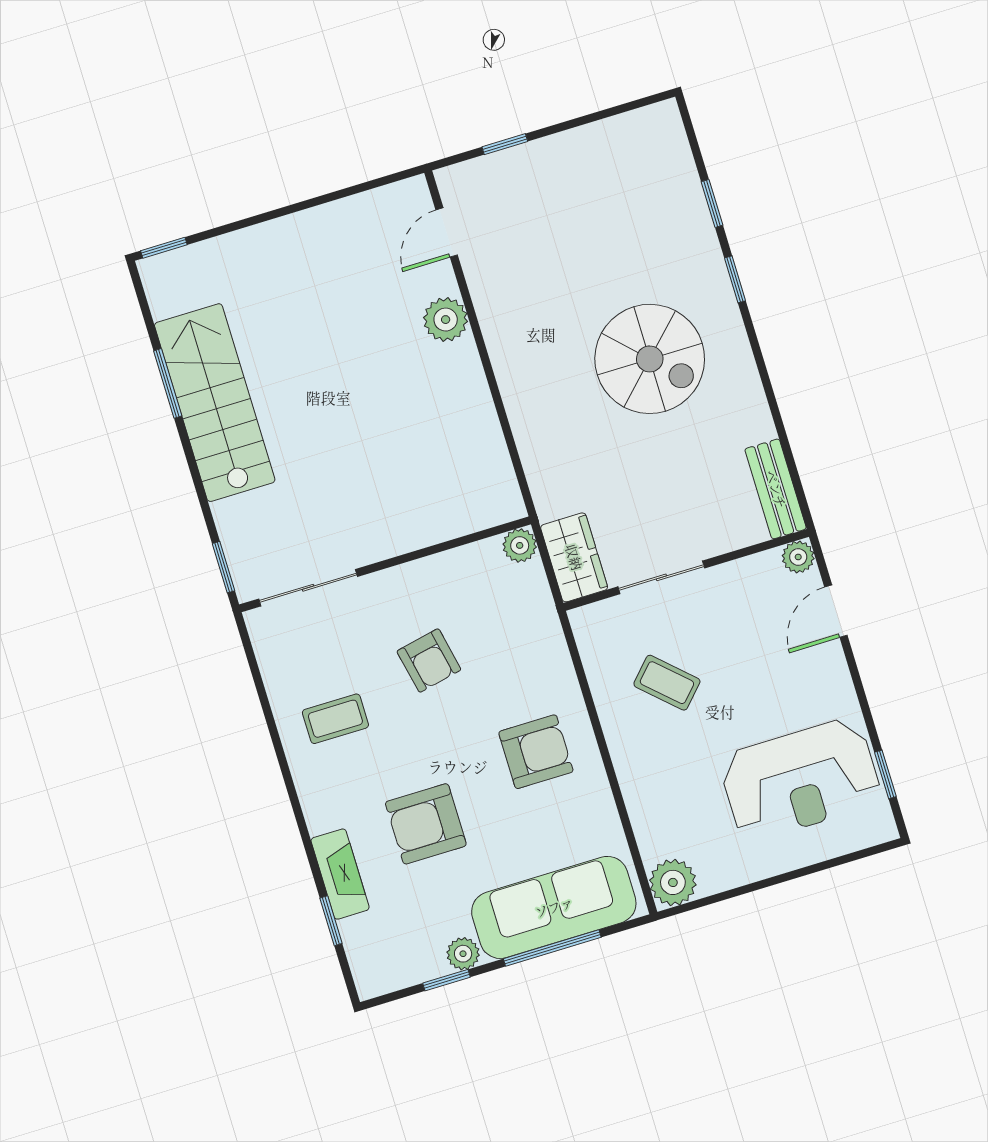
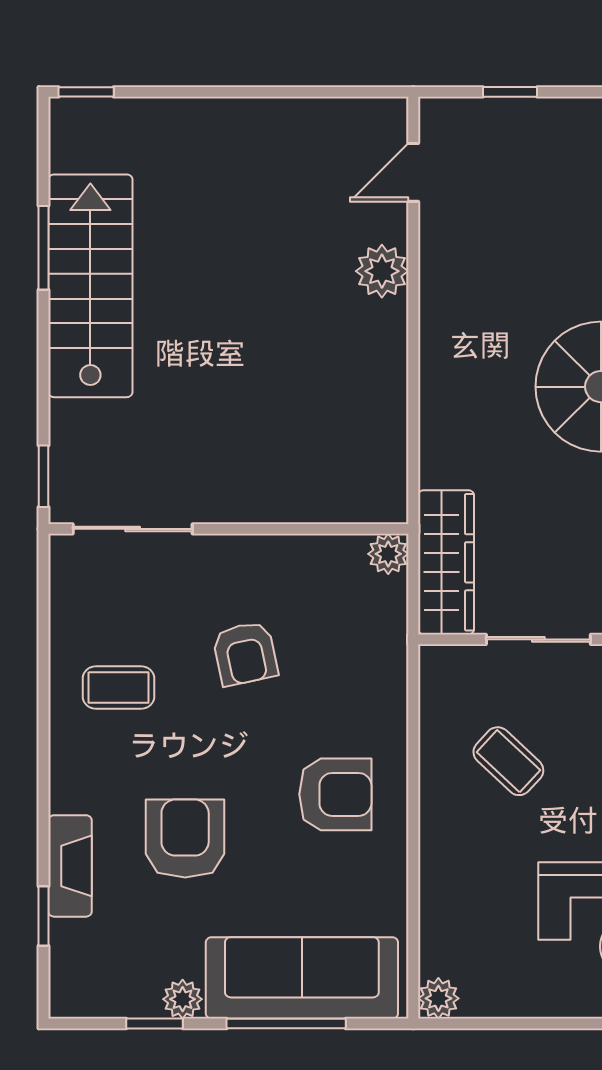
wardrobe: (574, 557) -> (446, 562), width x1.50
armchair: (426, 824) -> (185, 838), turned 90
plant: (673, 882) -> (438, 998), width x0.73, depth x0.73

